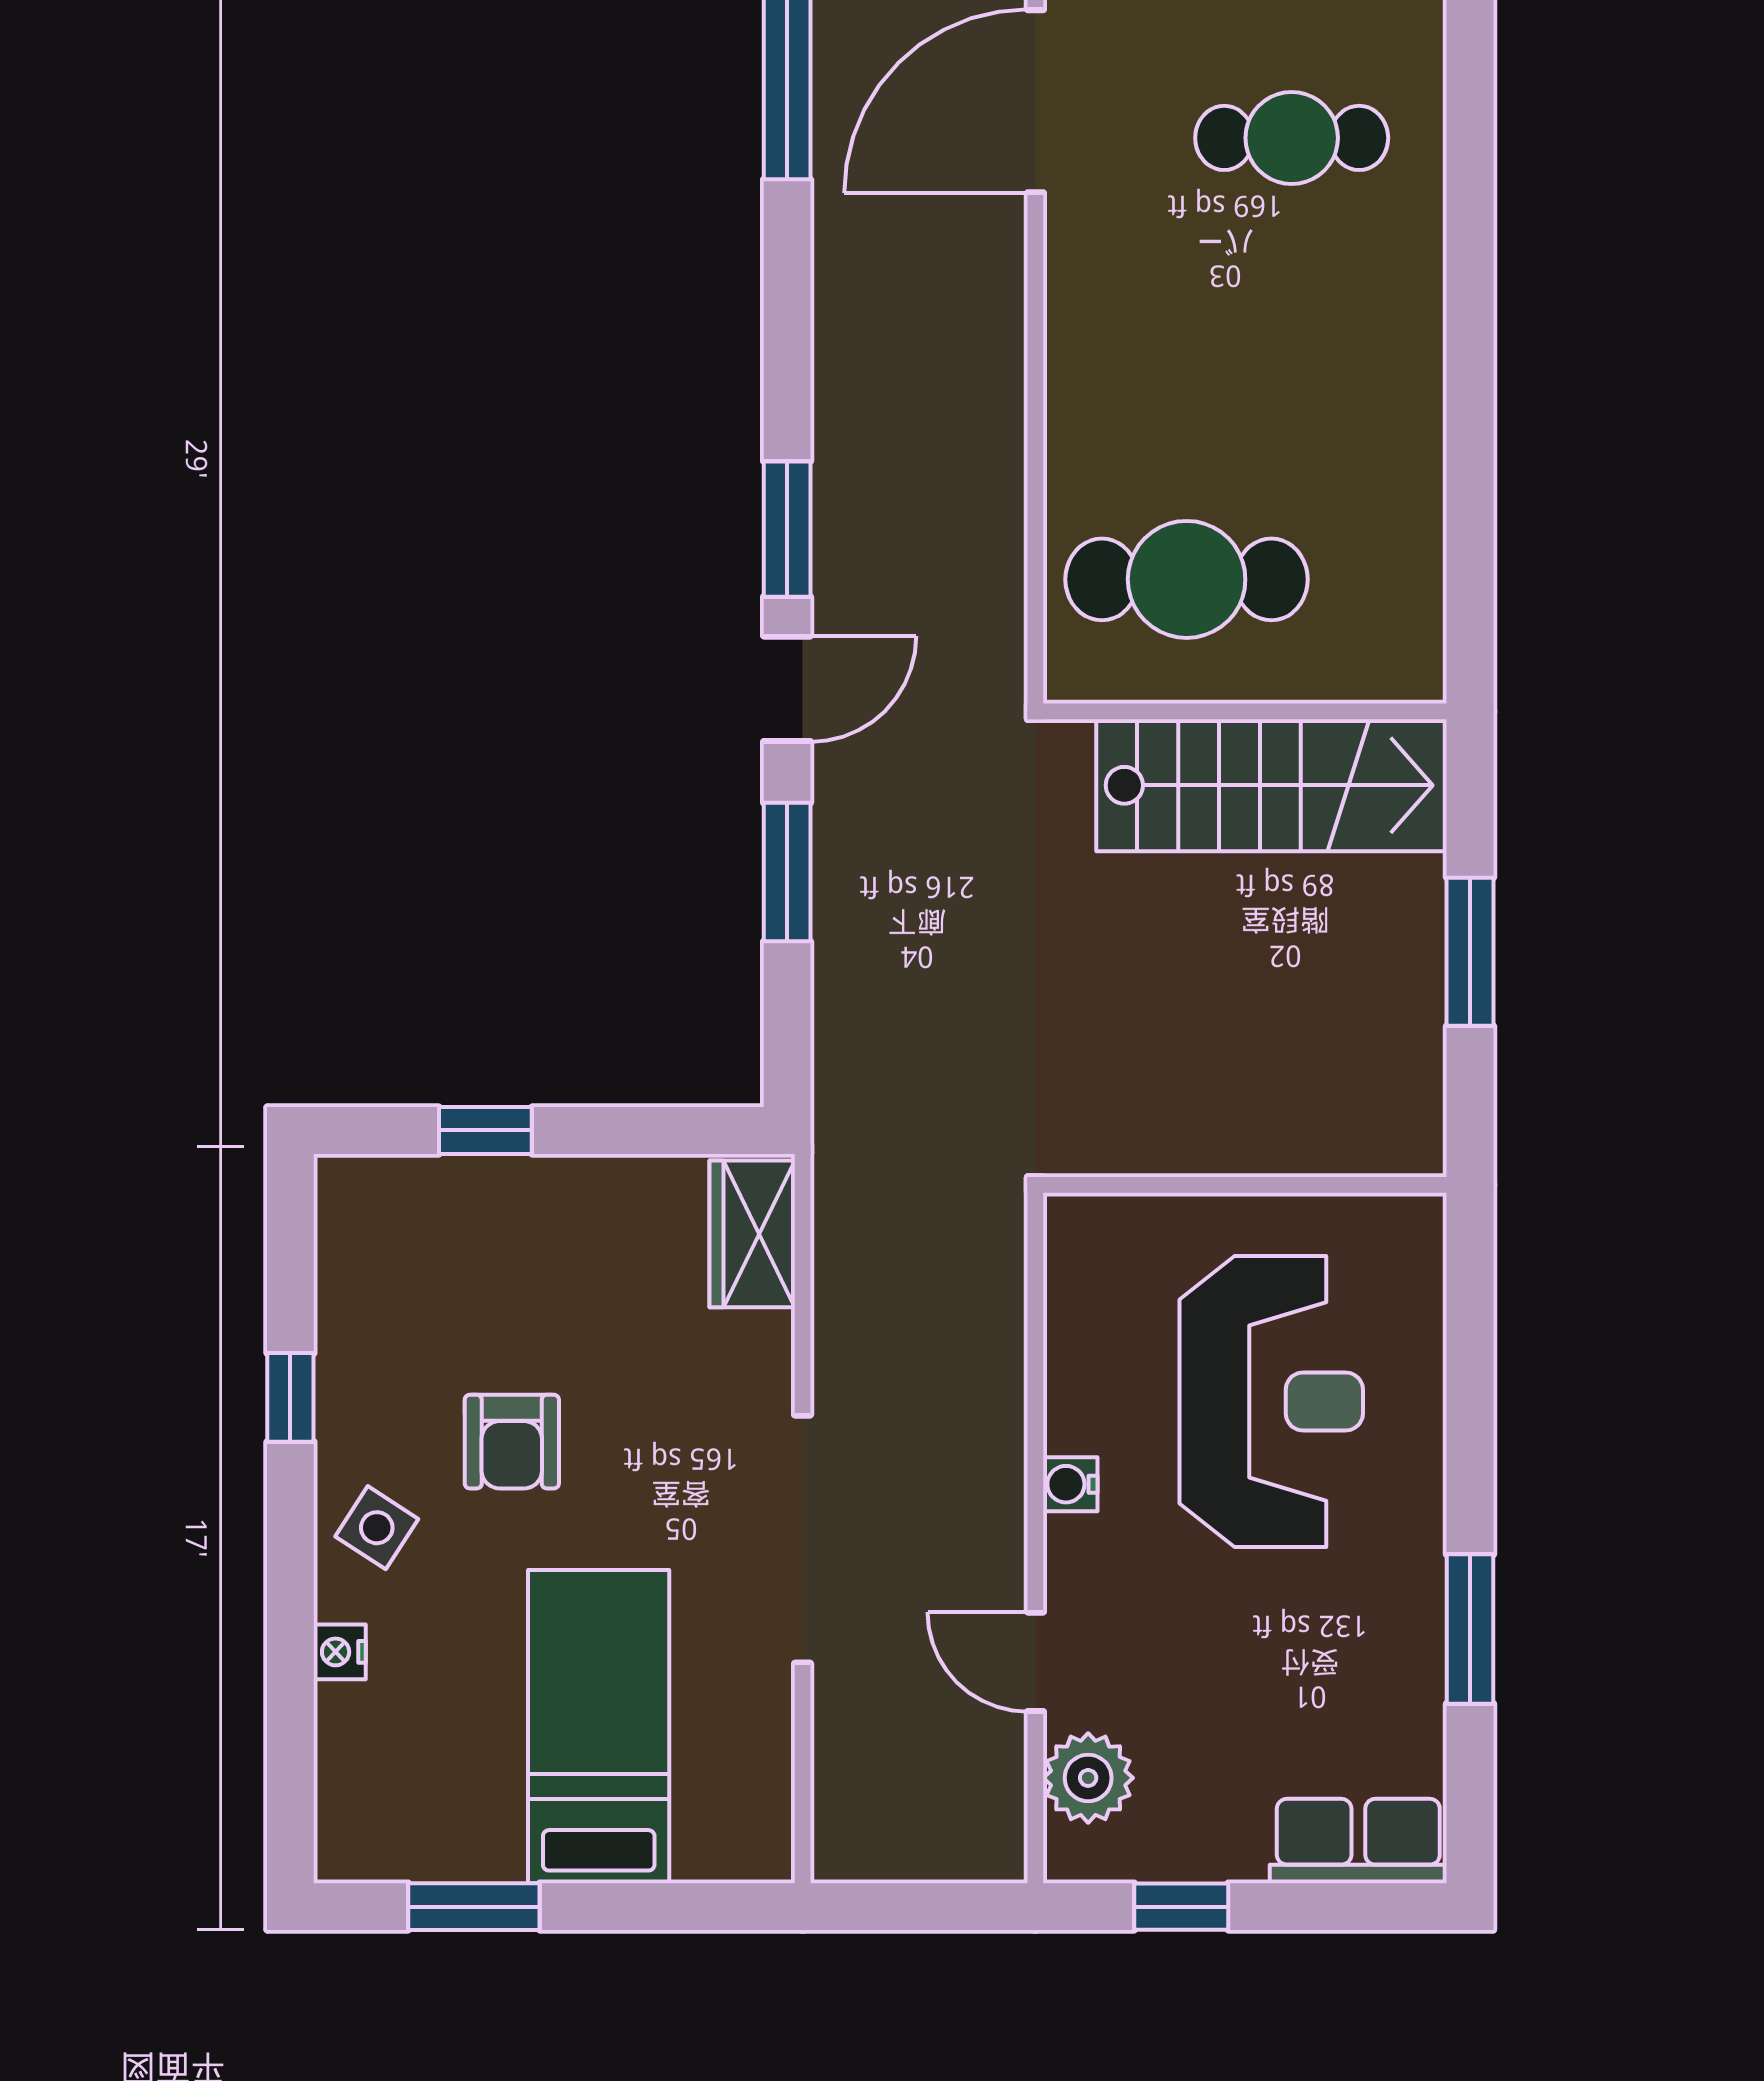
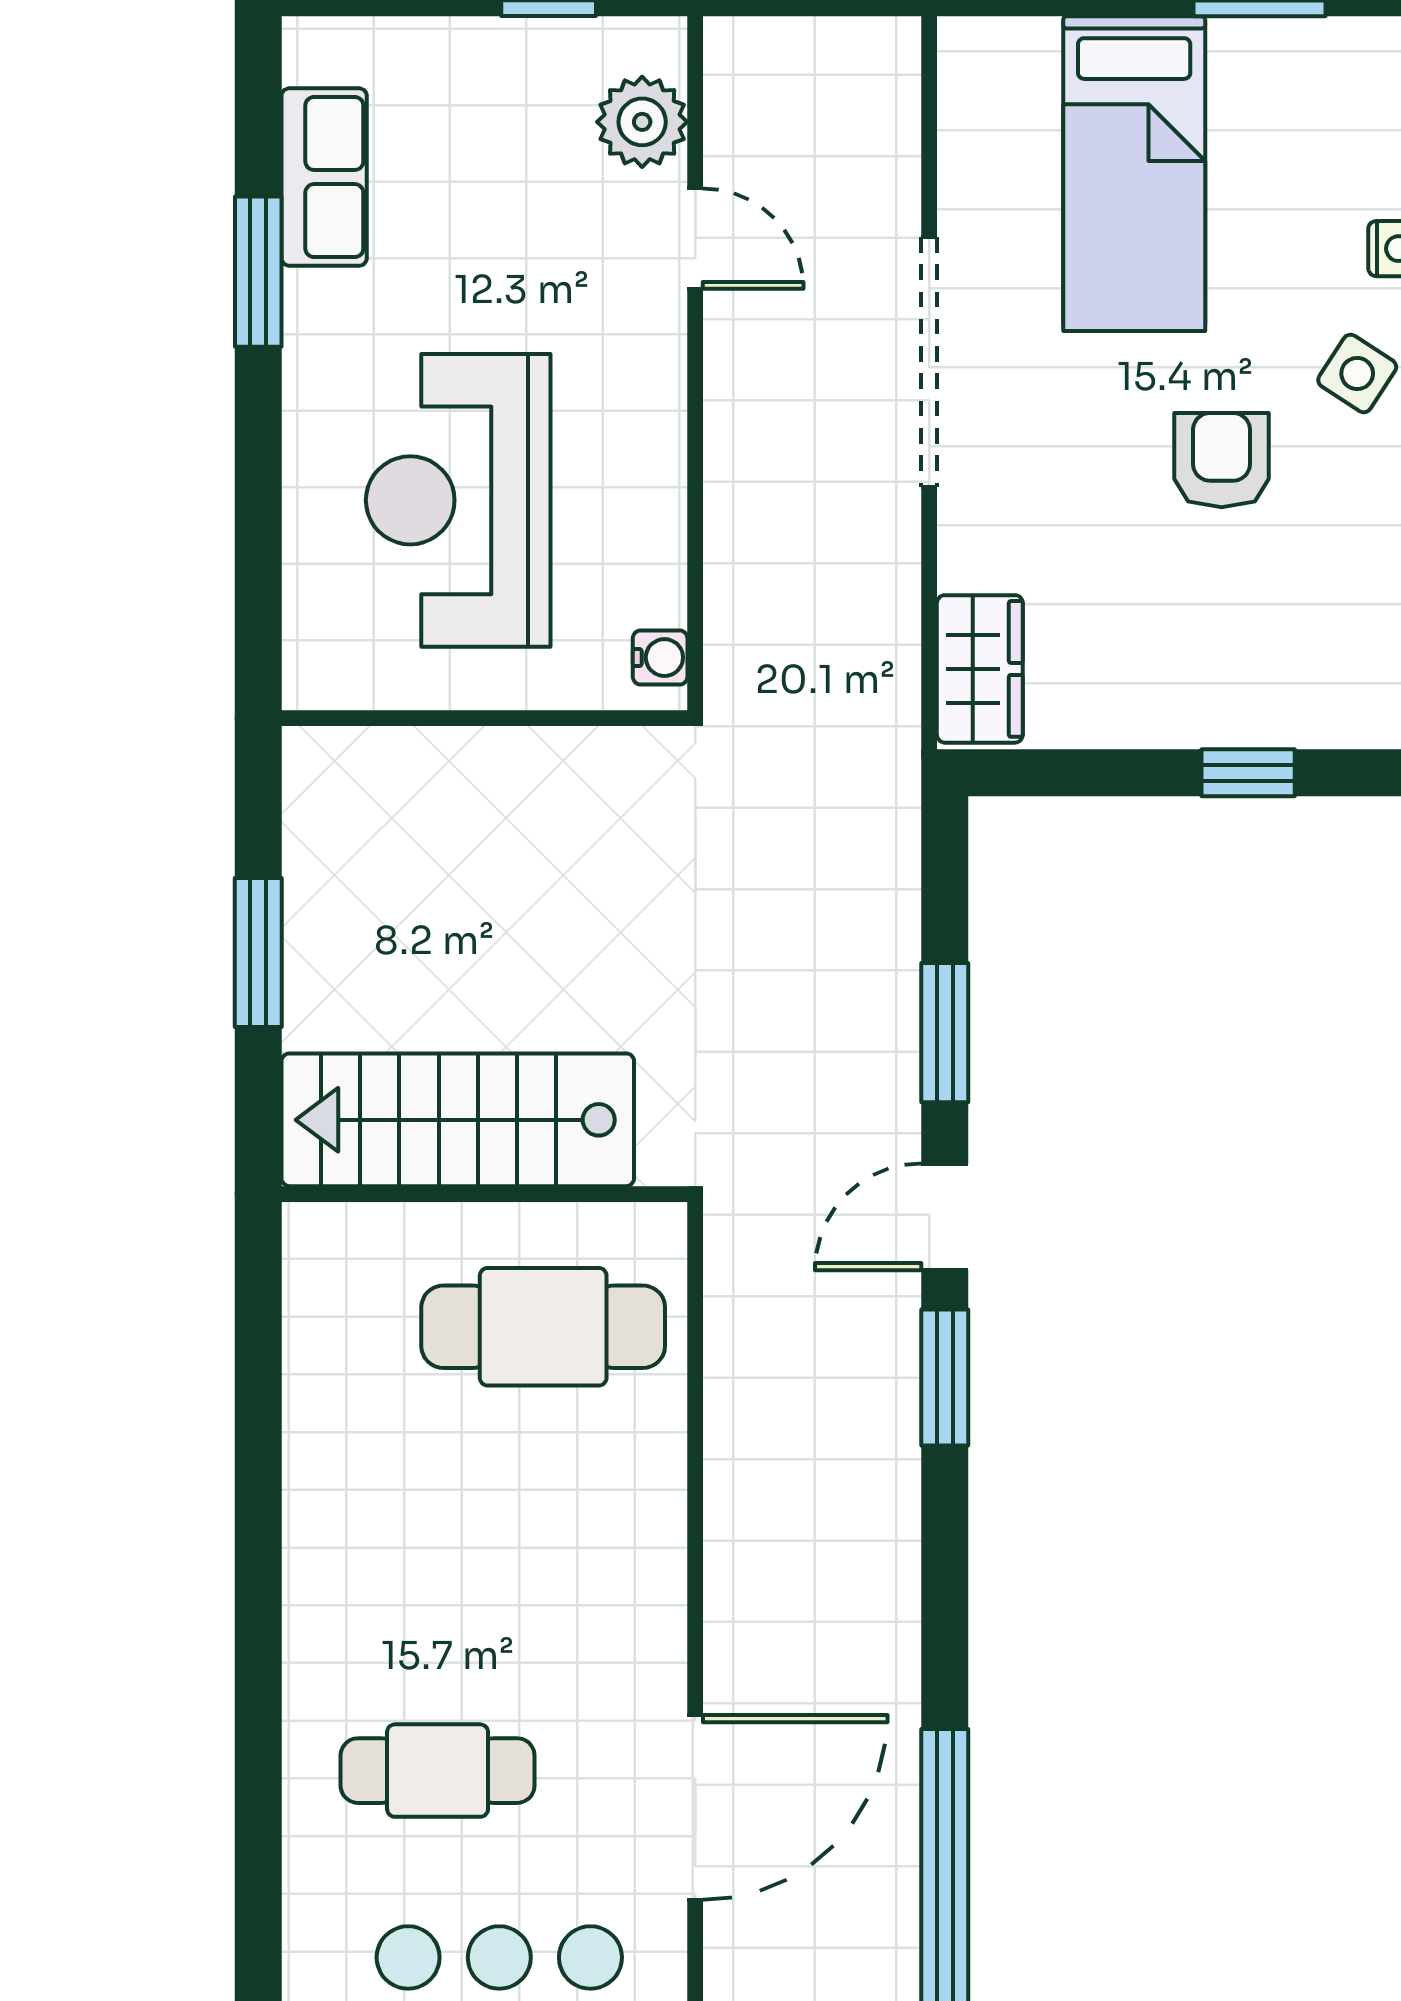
water cooler: (1070, 1484) -> (660, 658), moved
row of seats: (1358, 1841) -> (324, 177), moved, turned -90

